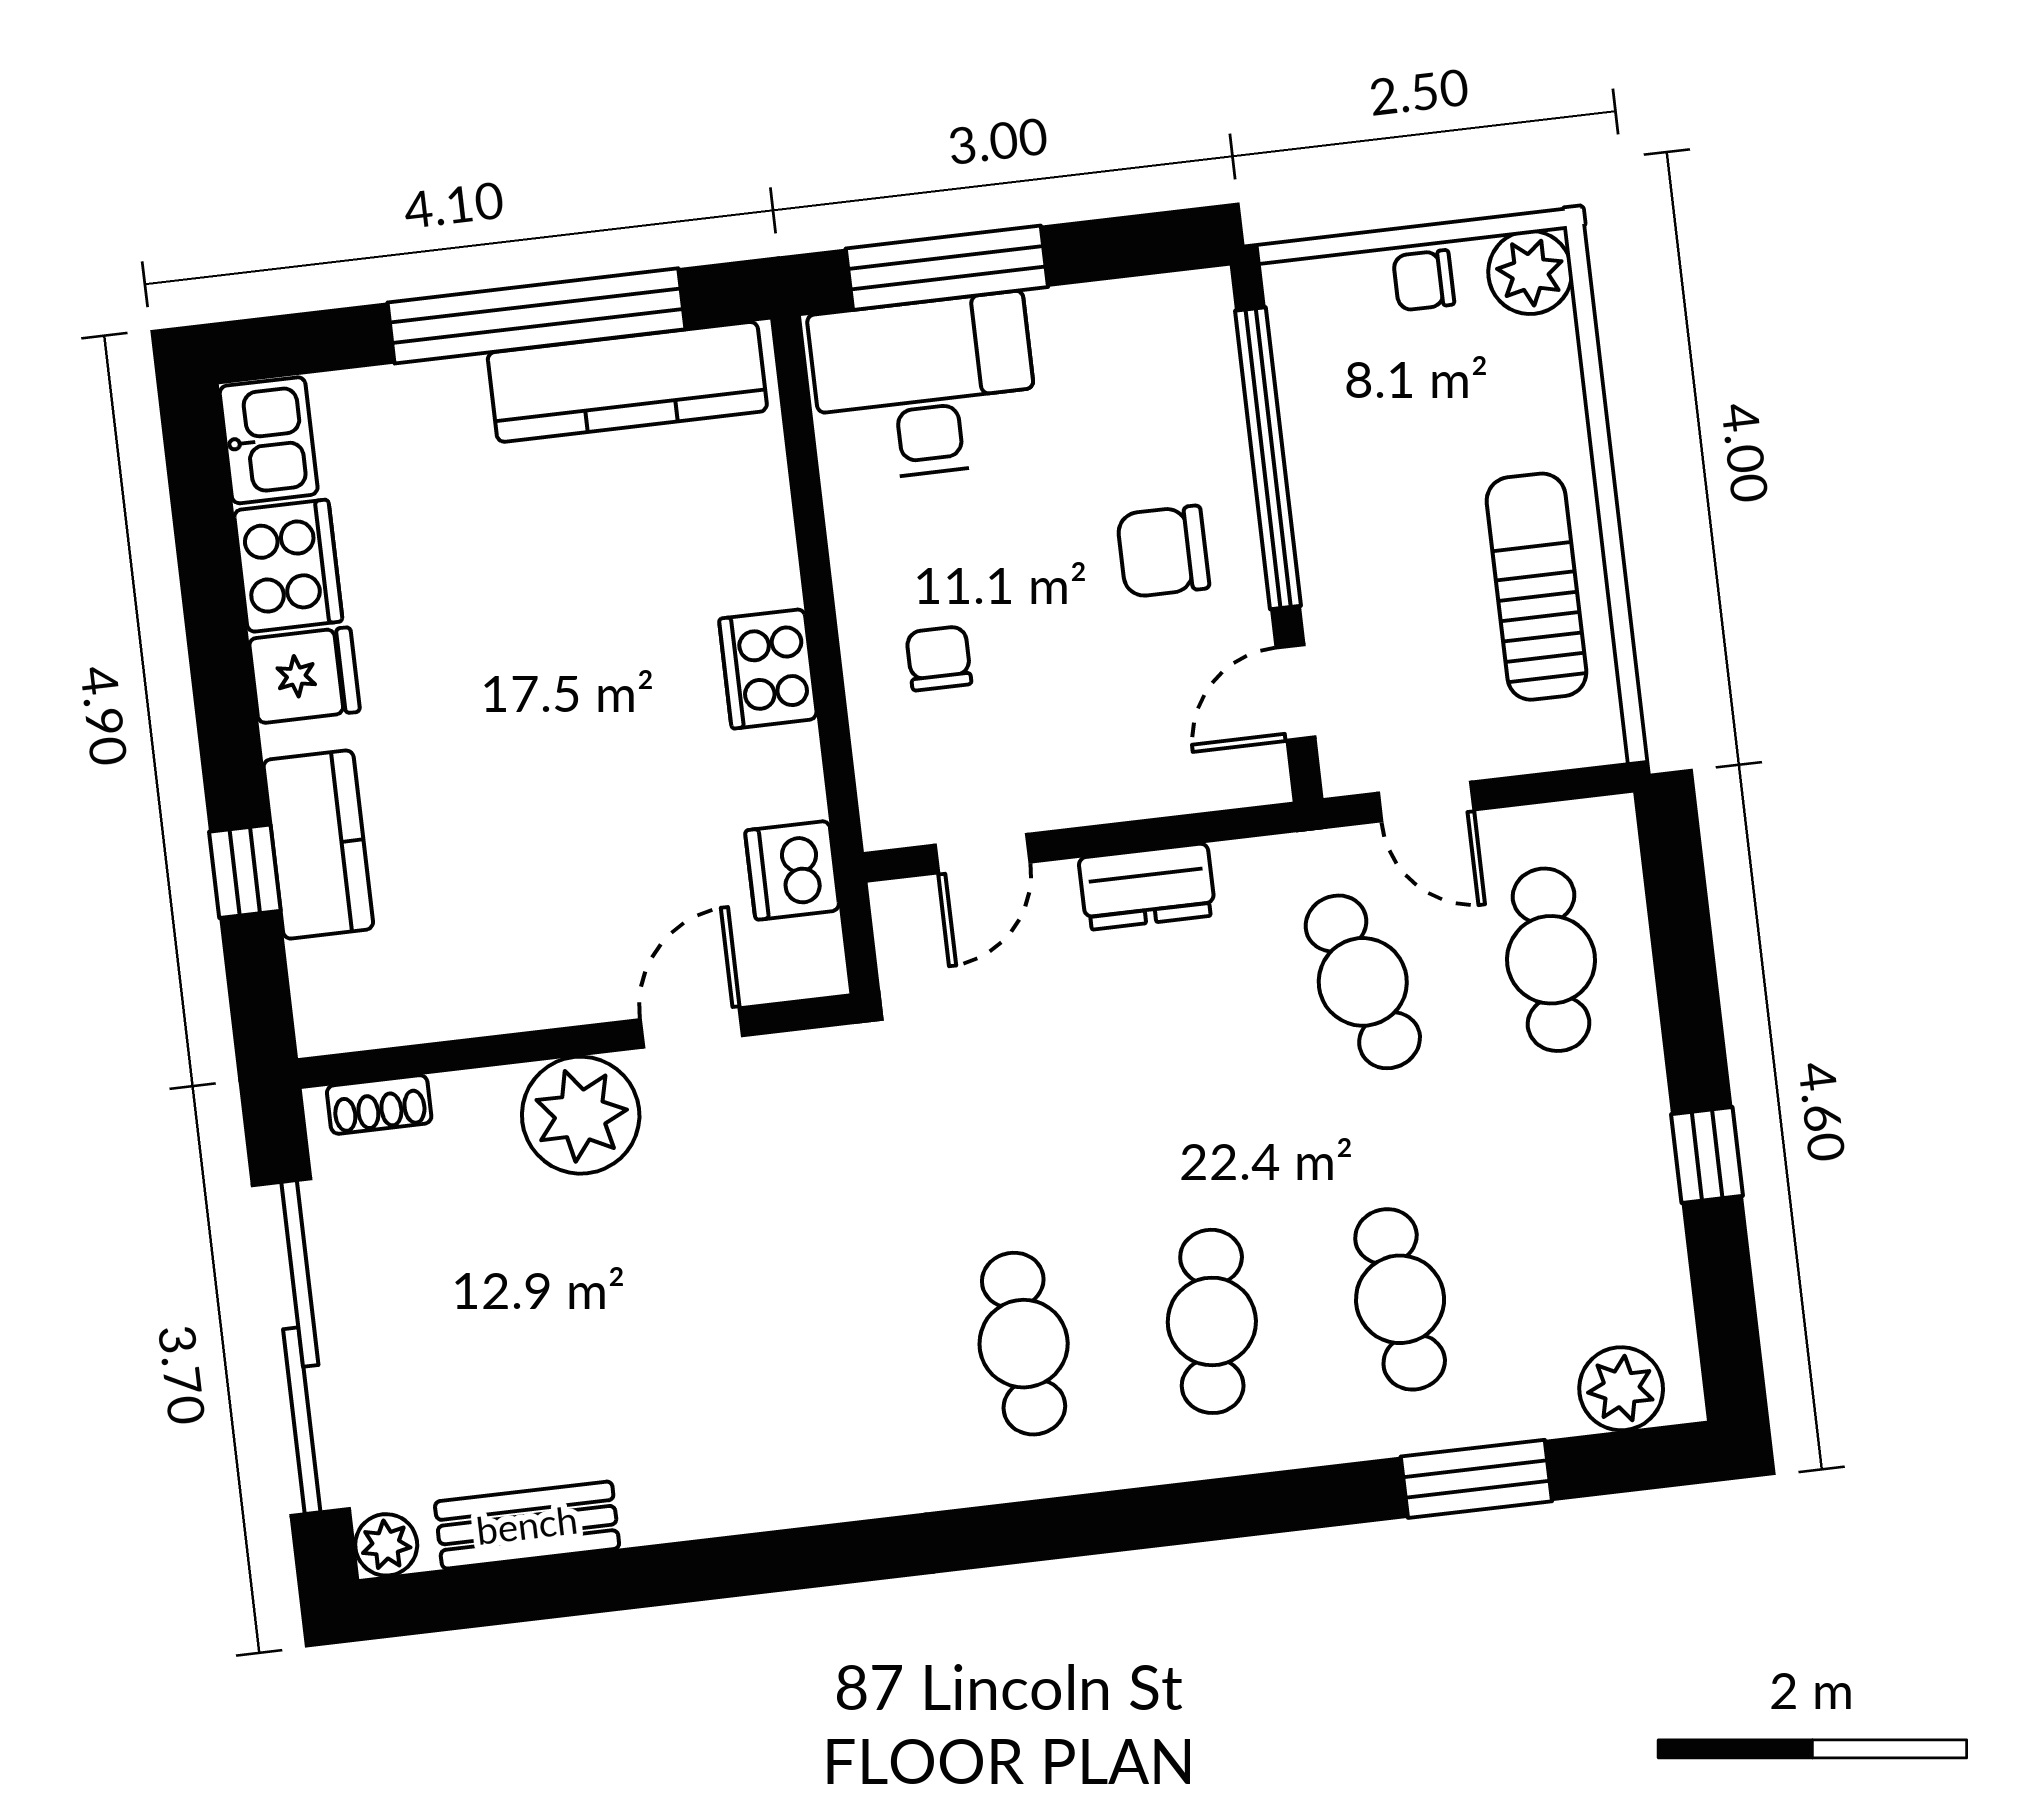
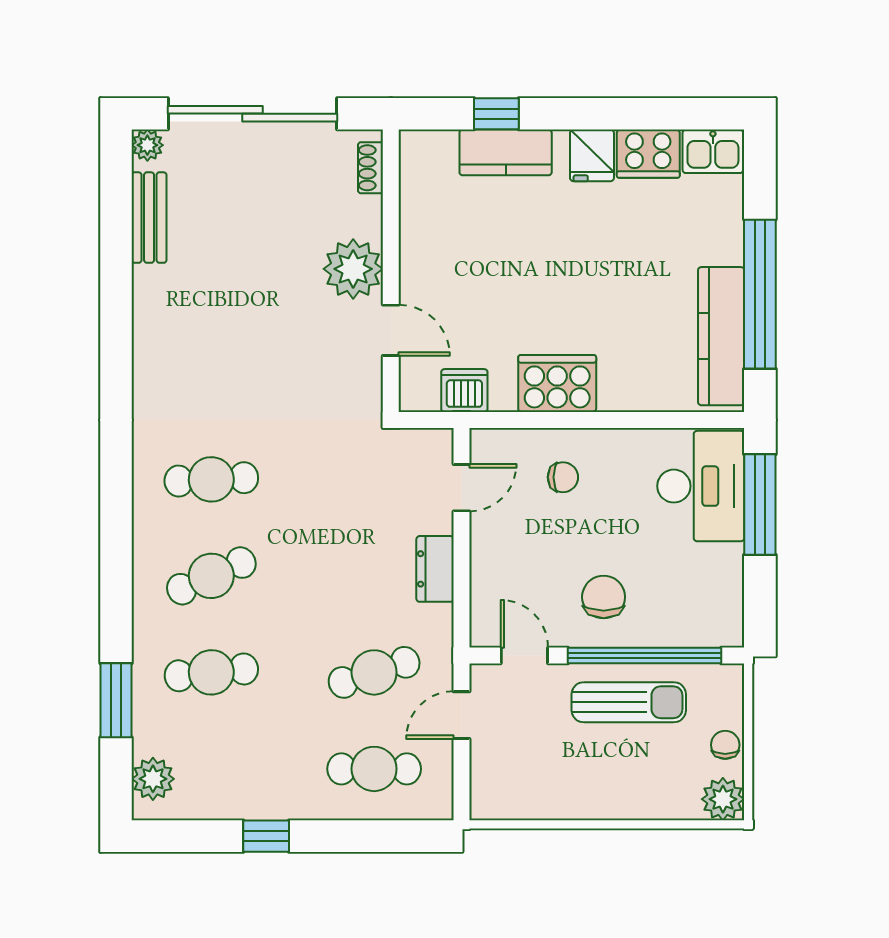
sun lounger: (1536, 587) -> (629, 702), moved
cooker: (768, 669) -> (557, 383), width x1.37, depth x1.31
door: (983, 854) -> (462, 488), swing flipped
cafe table: (1212, 1321) -> (211, 576), turned -30

